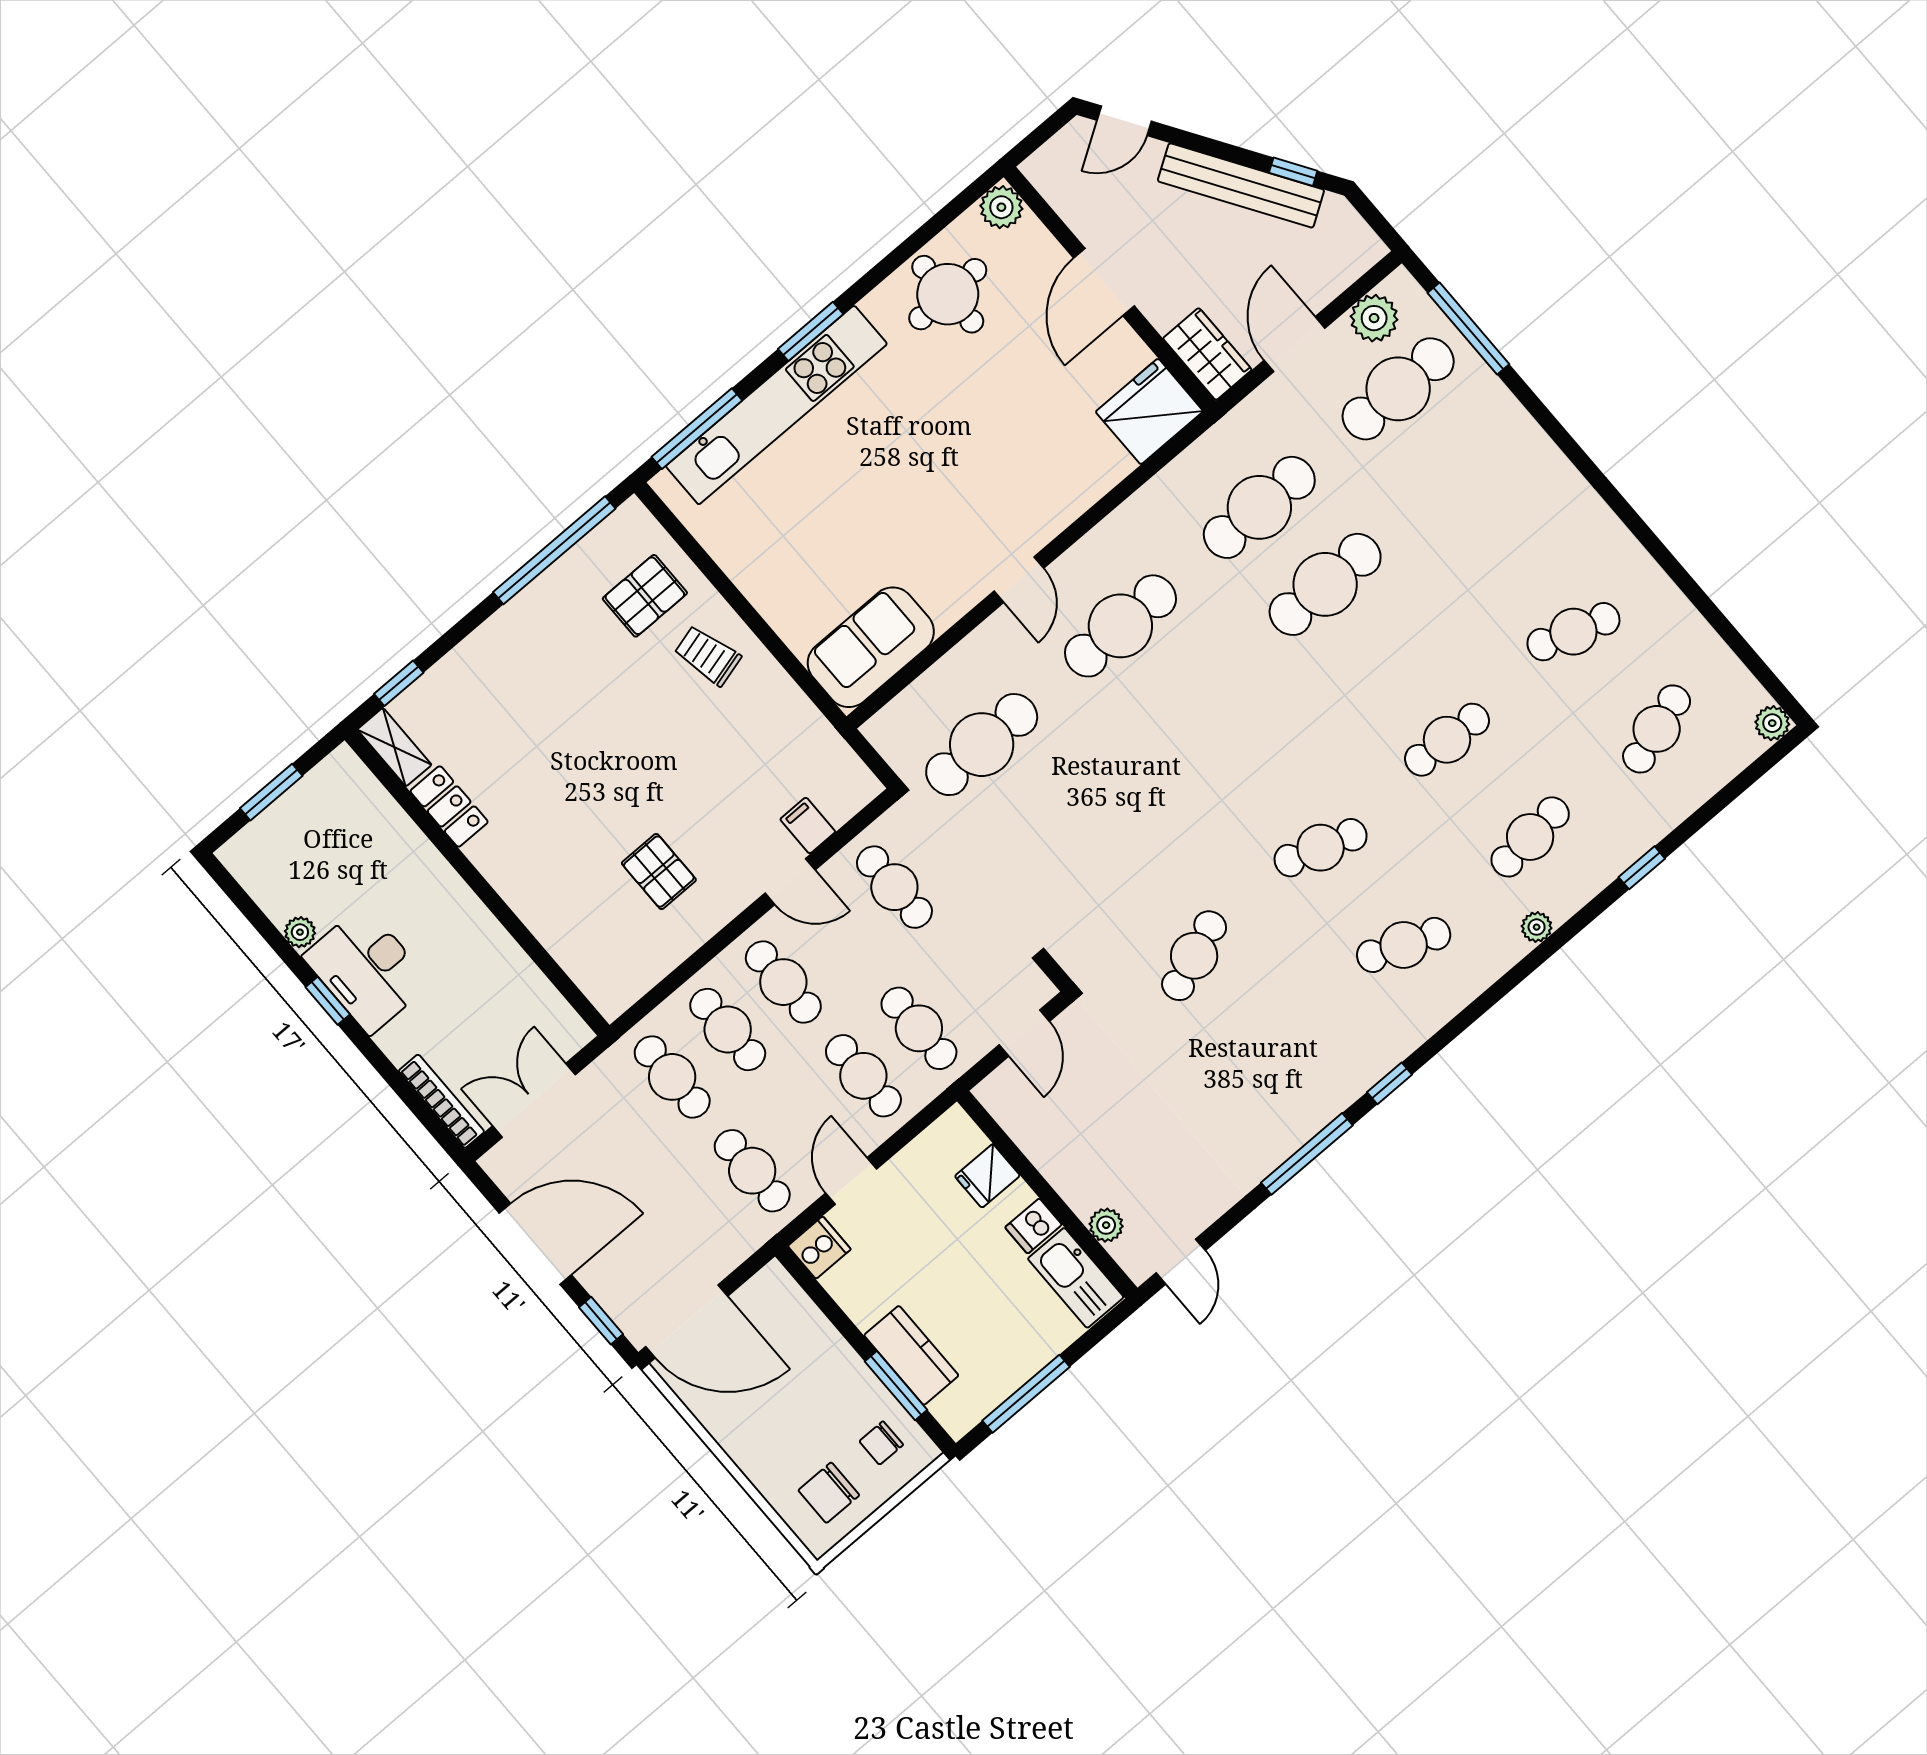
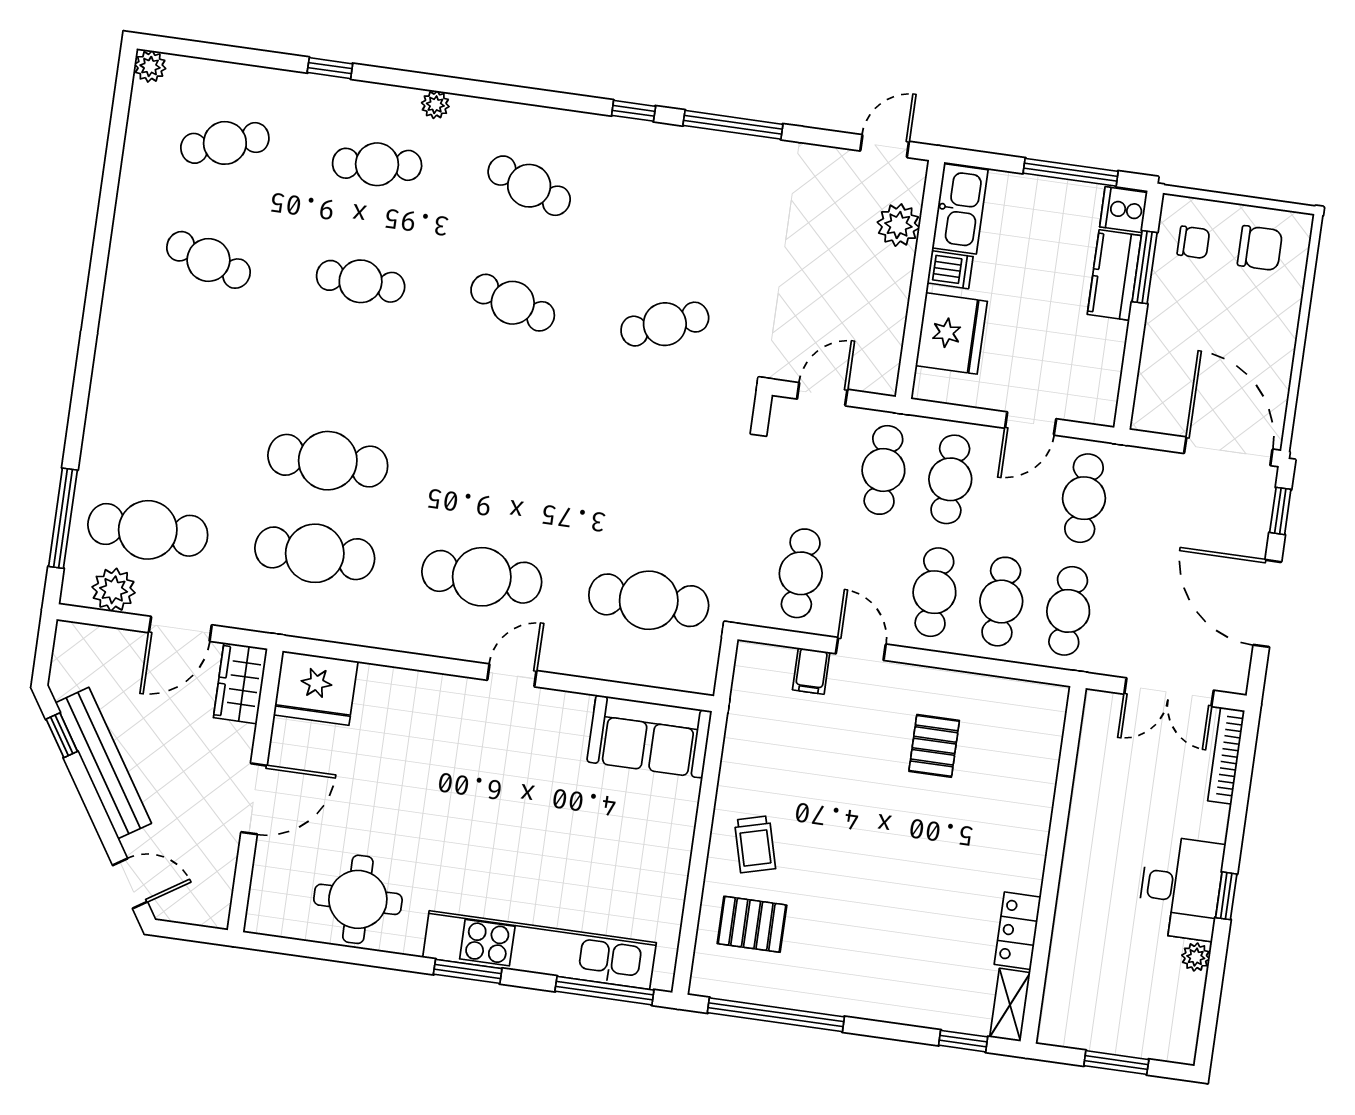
plant: (1001, 207) -> (265, 916), removed
fridge: (987, 1176) -> (951, 333), width x1.88, depth x1.34
plant: (1106, 1225) -> (898, 225), width x1.38, depth x1.38
cooker: (819, 1248) -> (1124, 210), moved

